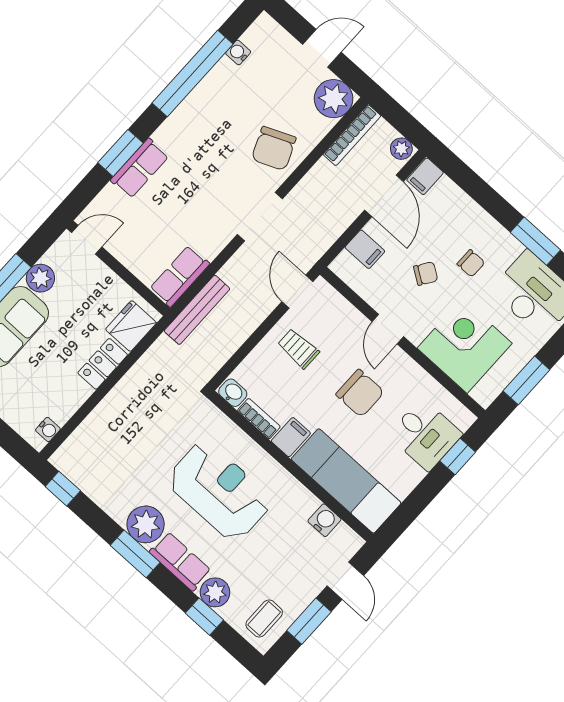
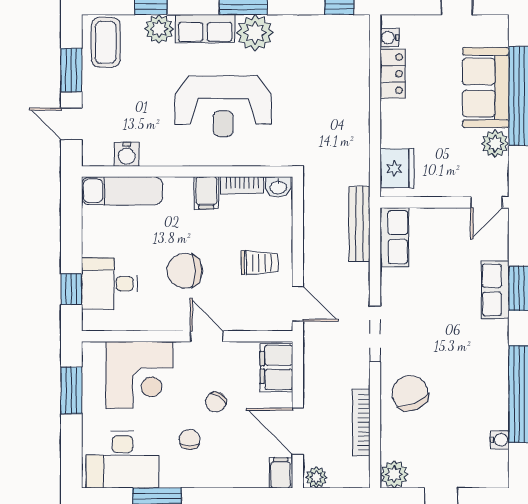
plant: (334, 99) -> (394, 474), width x0.73, depth x0.73
bookcase: (352, 135) -> (361, 422), moved
filing cabinet: (365, 249) -> (276, 367), width x2.00
chair: (471, 263) -> (190, 439), turned 90
locker: (103, 364) -> (393, 74), moved
exam couch: (346, 481) -> (122, 191), width x0.73, depth x0.69
coffee table: (264, 618) -> (106, 42), width x1.36, depth x1.30

